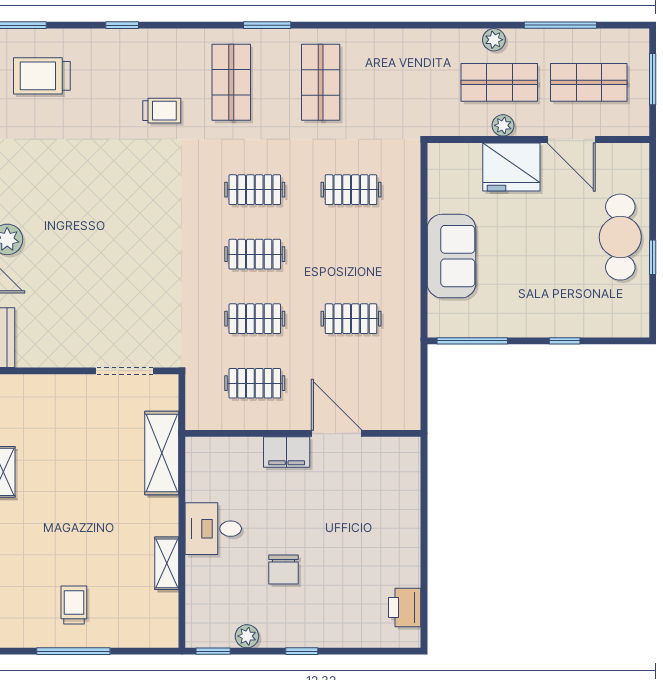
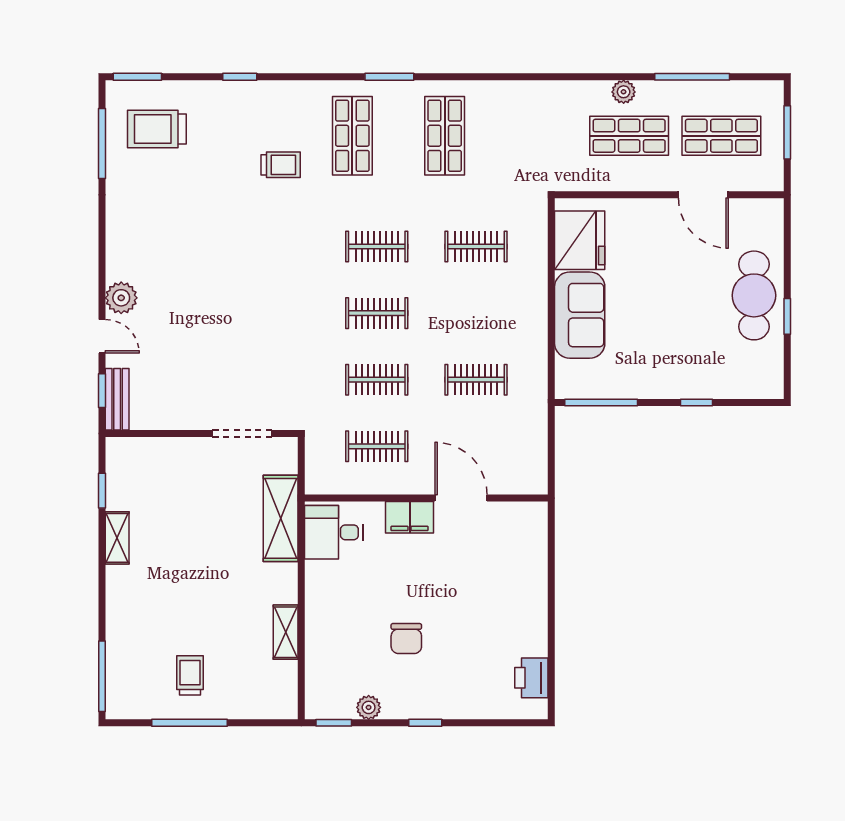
plant: (503, 125) -> (633, 180), removed
fridge: (511, 167) -> (580, 240), moved, turned -90
desk: (213, 529) -> (334, 532), moved

